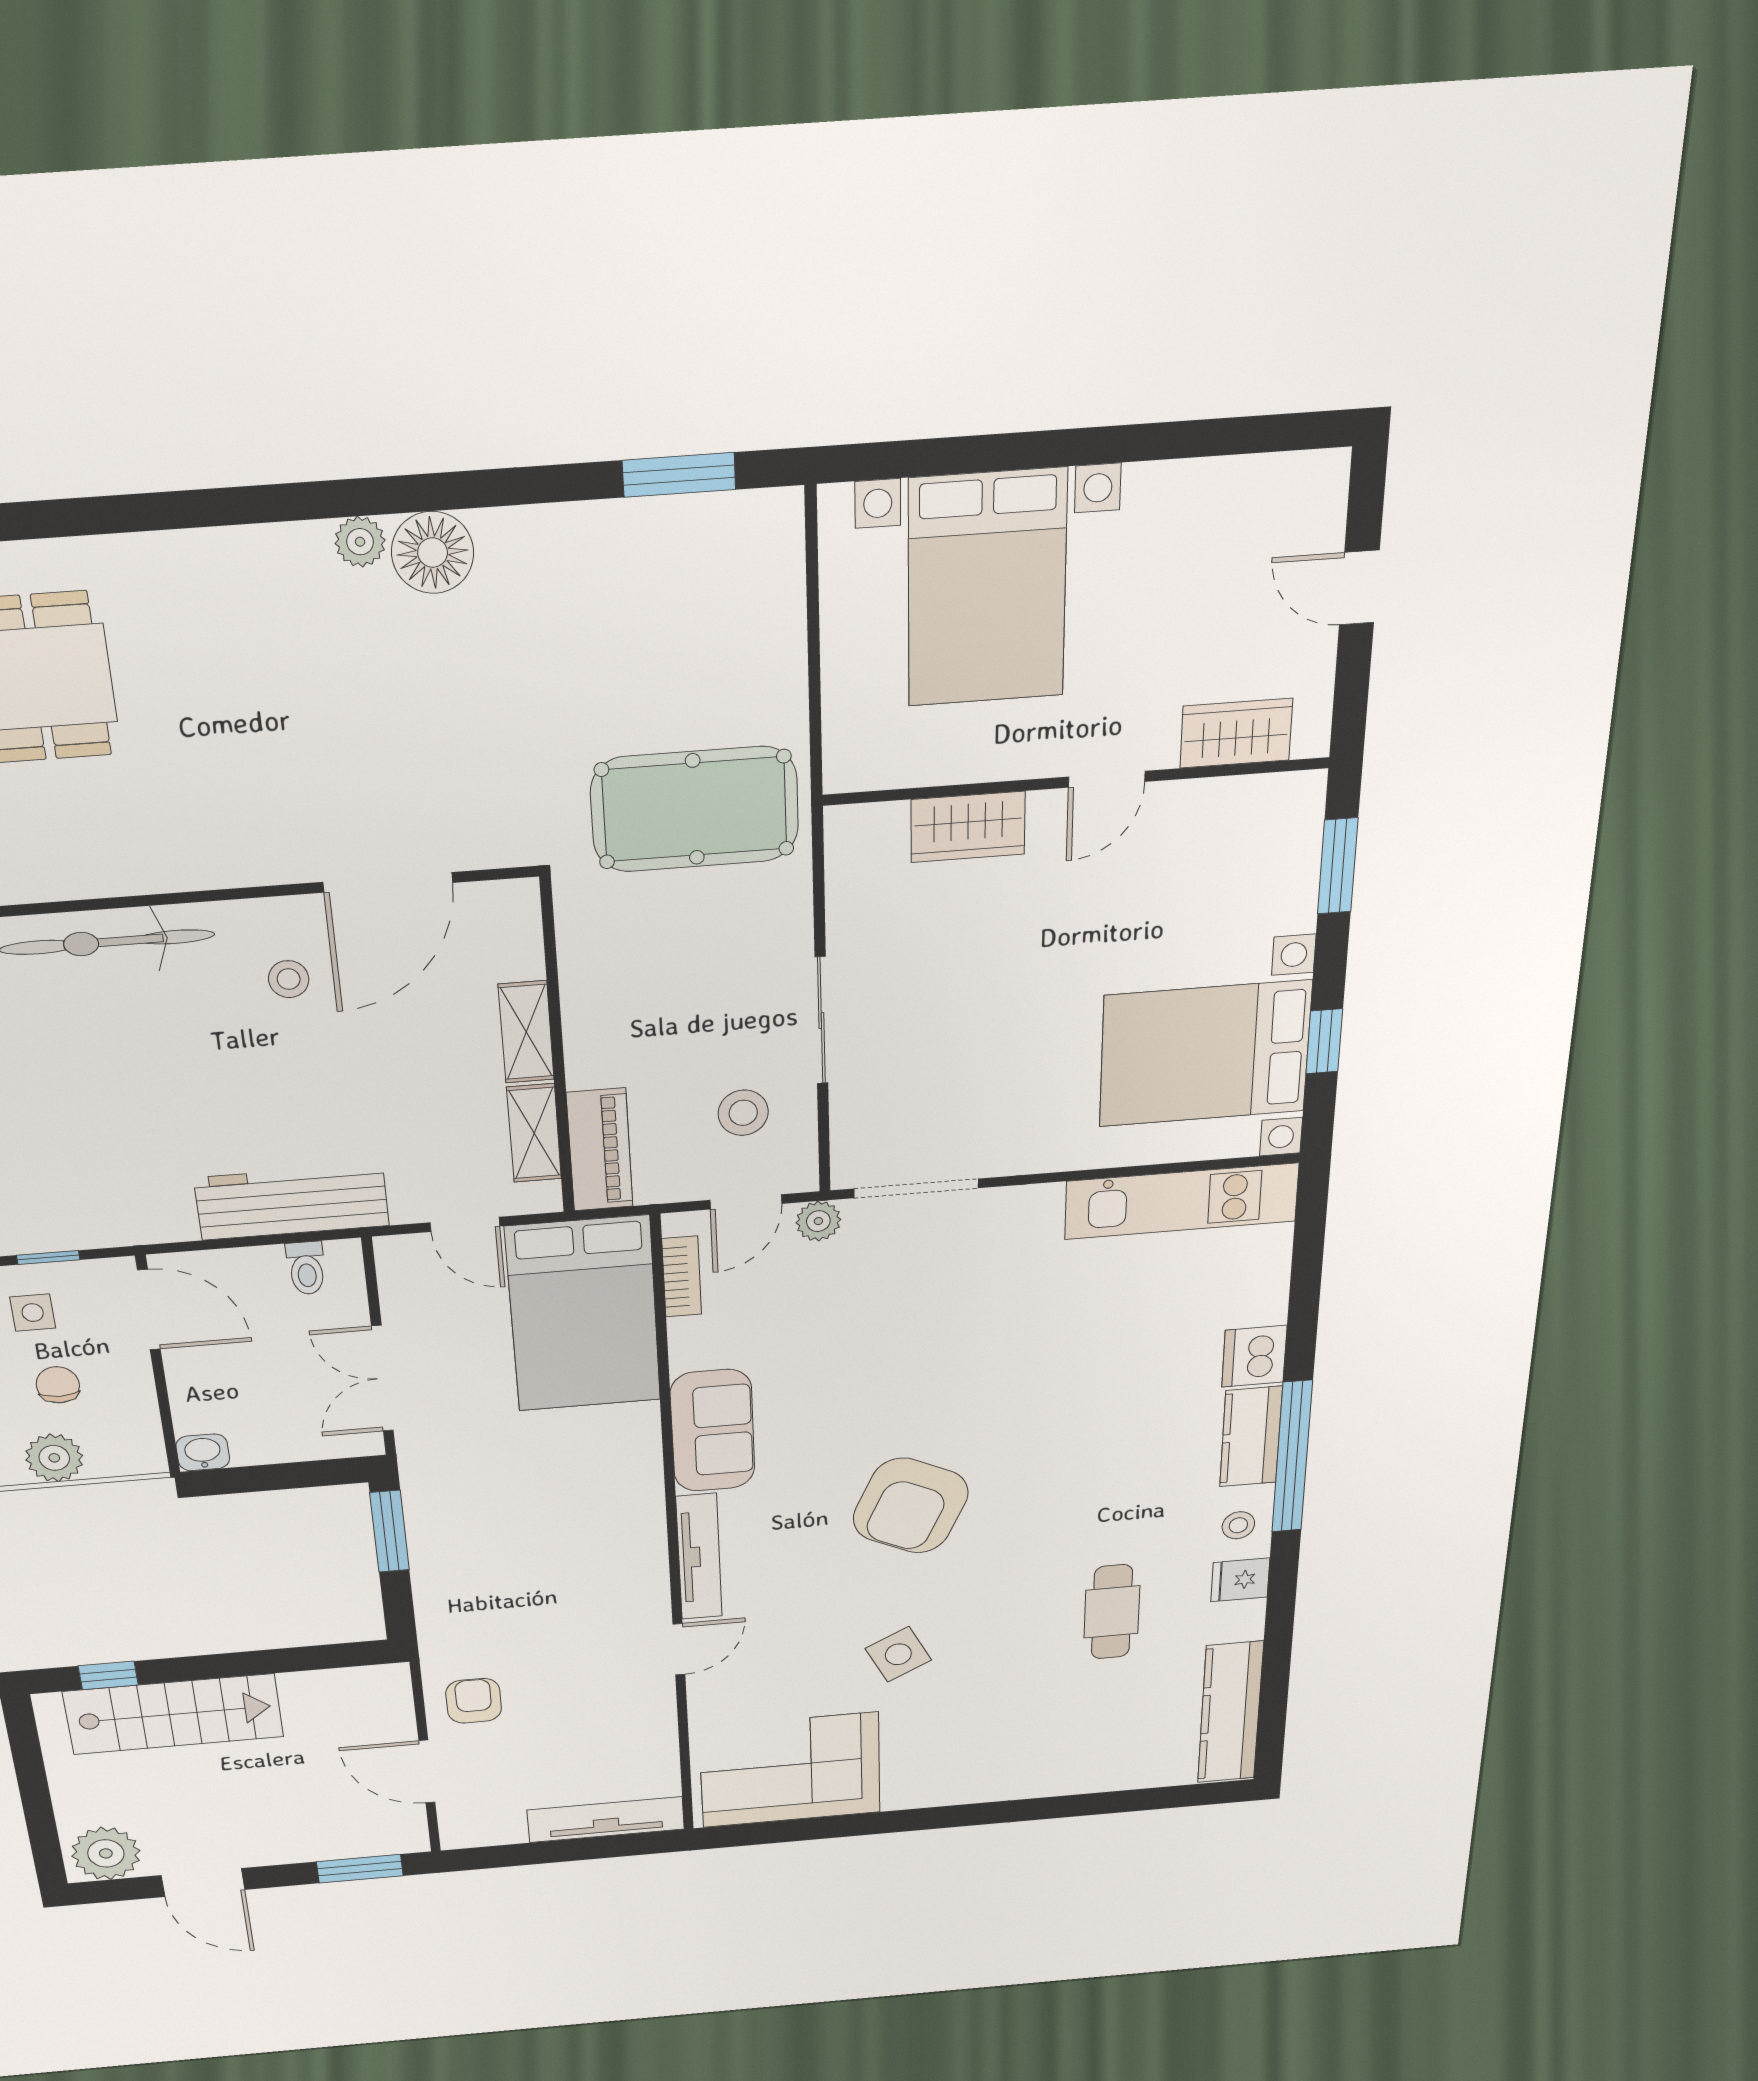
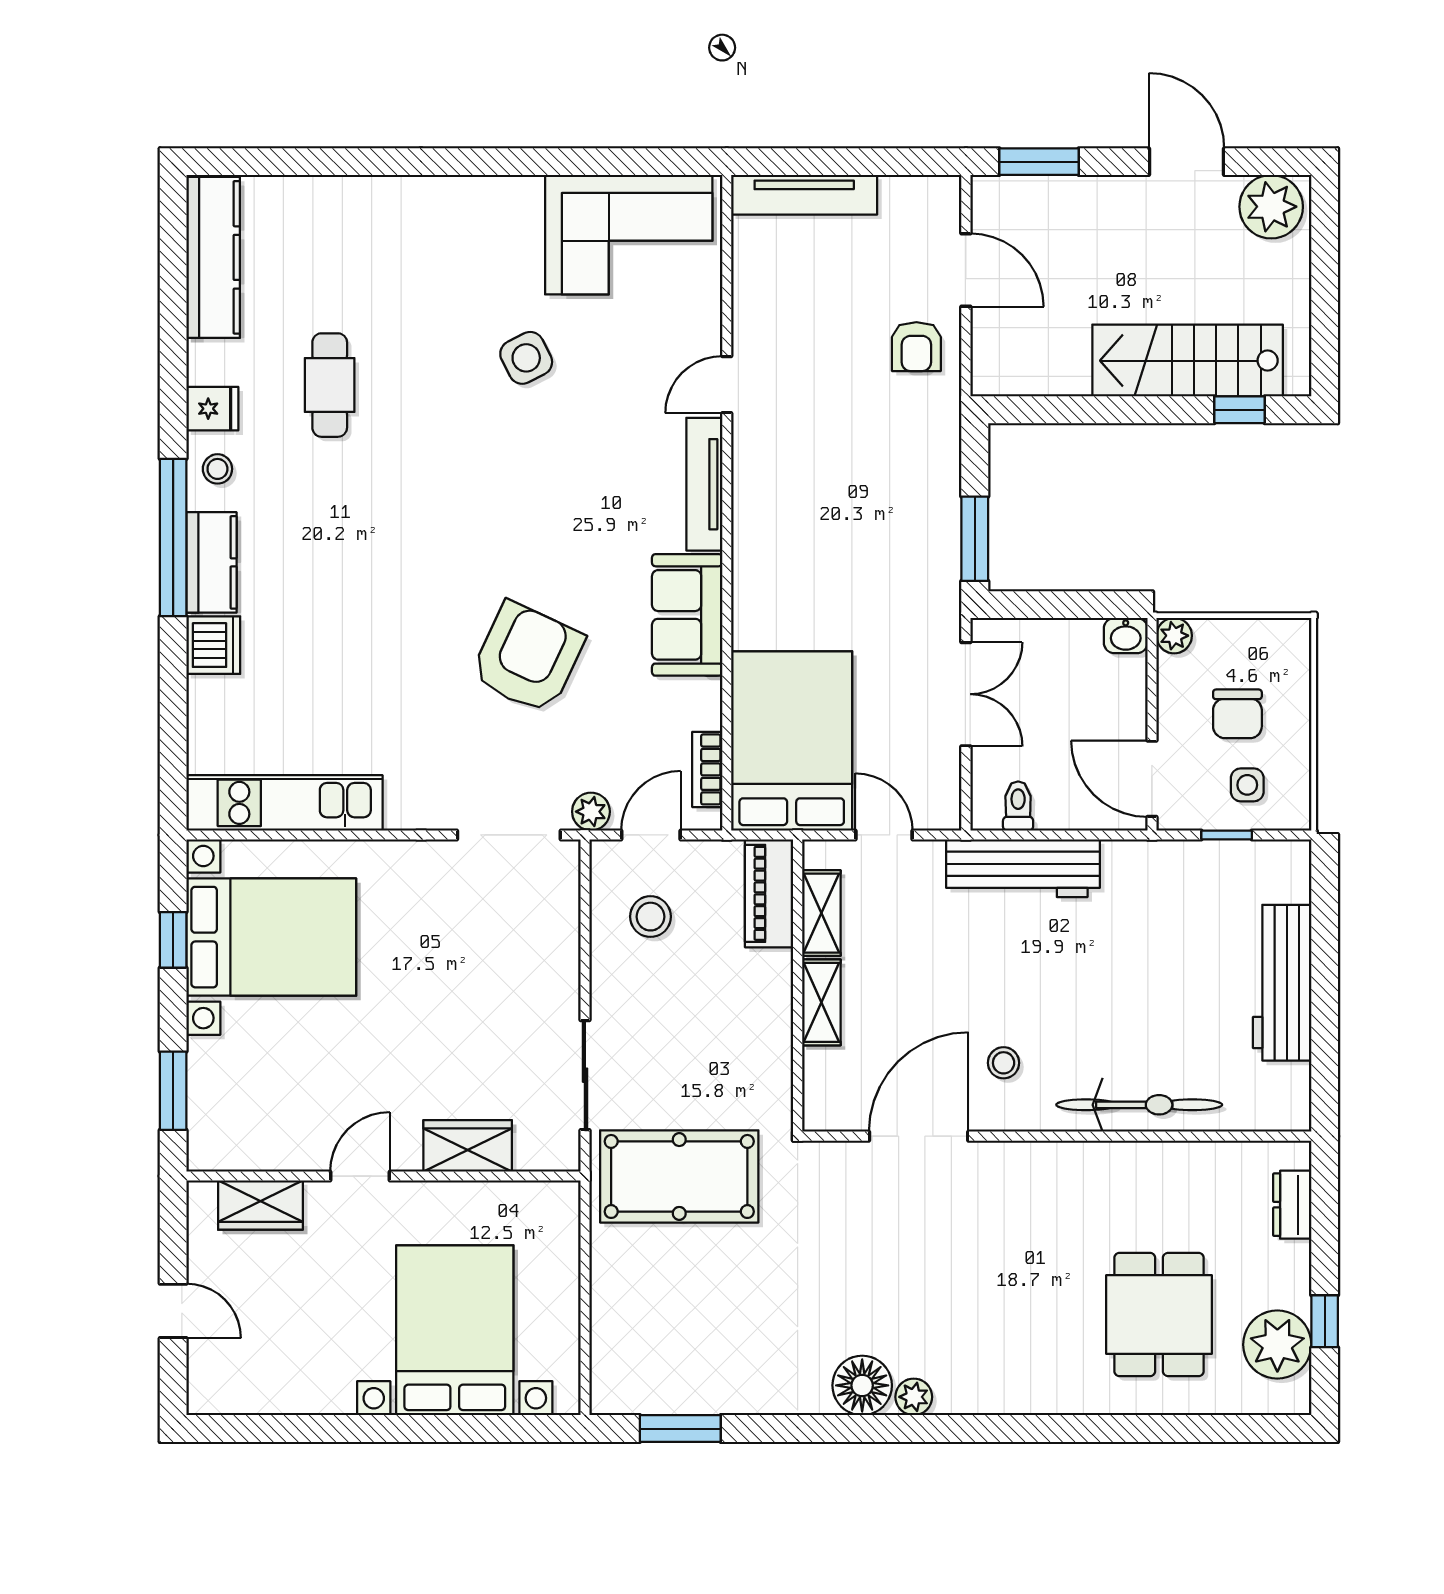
sliding door: (821, 1020) -> (585, 1075), moved
chair: (58, 1385) -> (1237, 714), width x1.37, depth x1.37
plant: (54, 1458) -> (1174, 636), moved, width x0.73, depth x0.73
armchair: (911, 1506) -> (527, 658), moved

